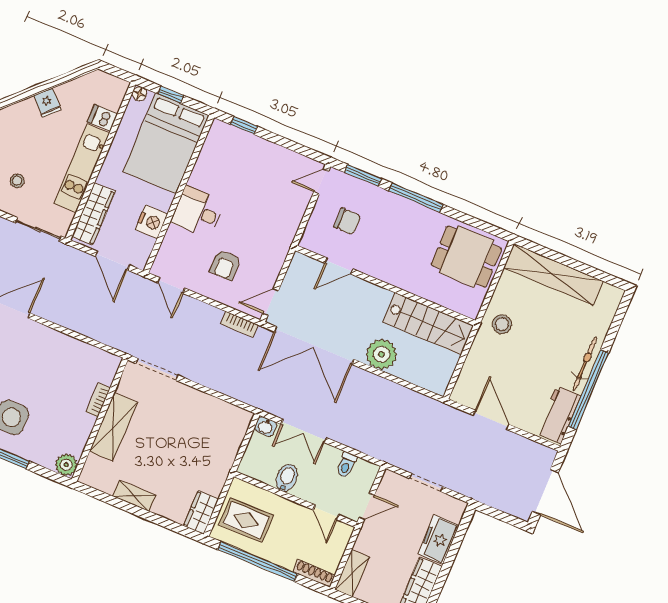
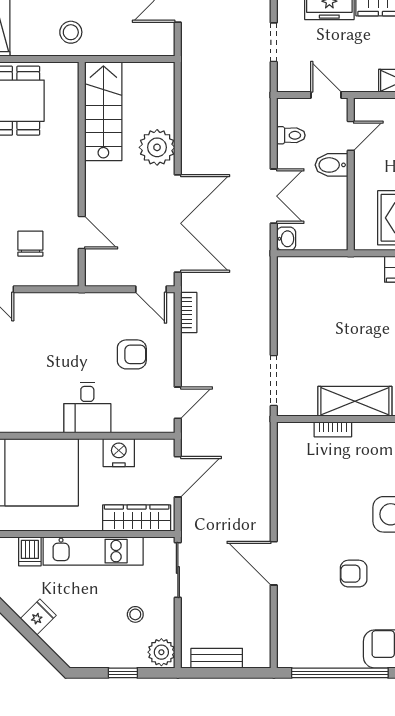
bidet: (287, 478) -> (331, 165), moved

